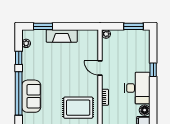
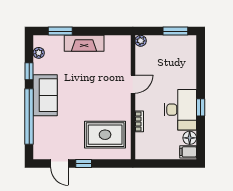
door: (100, 68) -> (133, 84), swing flipped
window: (153, 70) -> (201, 107), moved
sofa: (31, 96) -> (45, 95), moved

